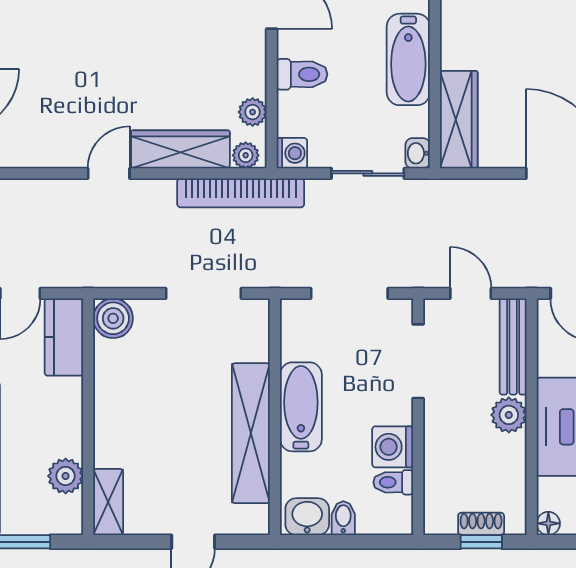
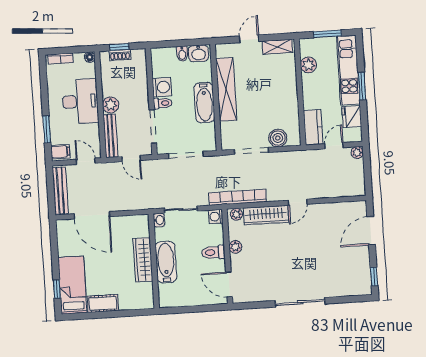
plant: (253, 112) -> (235, 247), moved
wardrobe: (459, 120) -> (143, 260), moved
boiler: (113, 318) -> (278, 138), moved
toilet: (393, 482) -> (163, 103), moved
shelving: (108, 502) -> (277, 47), moved, turned 90

